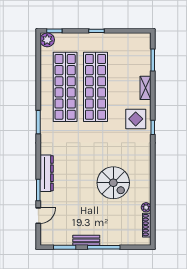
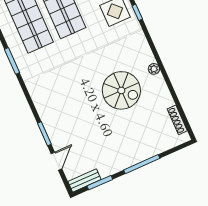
dresser: (47, 173) -> (45, 112), removed
plant: (146, 207) -> (154, 69), moved
bench: (86, 240) -> (85, 181), moved

